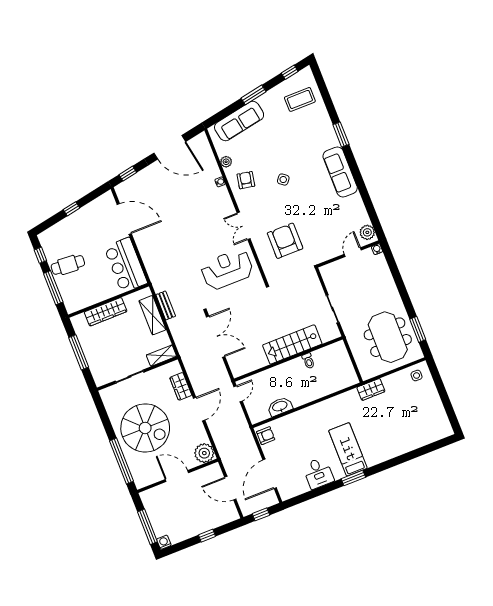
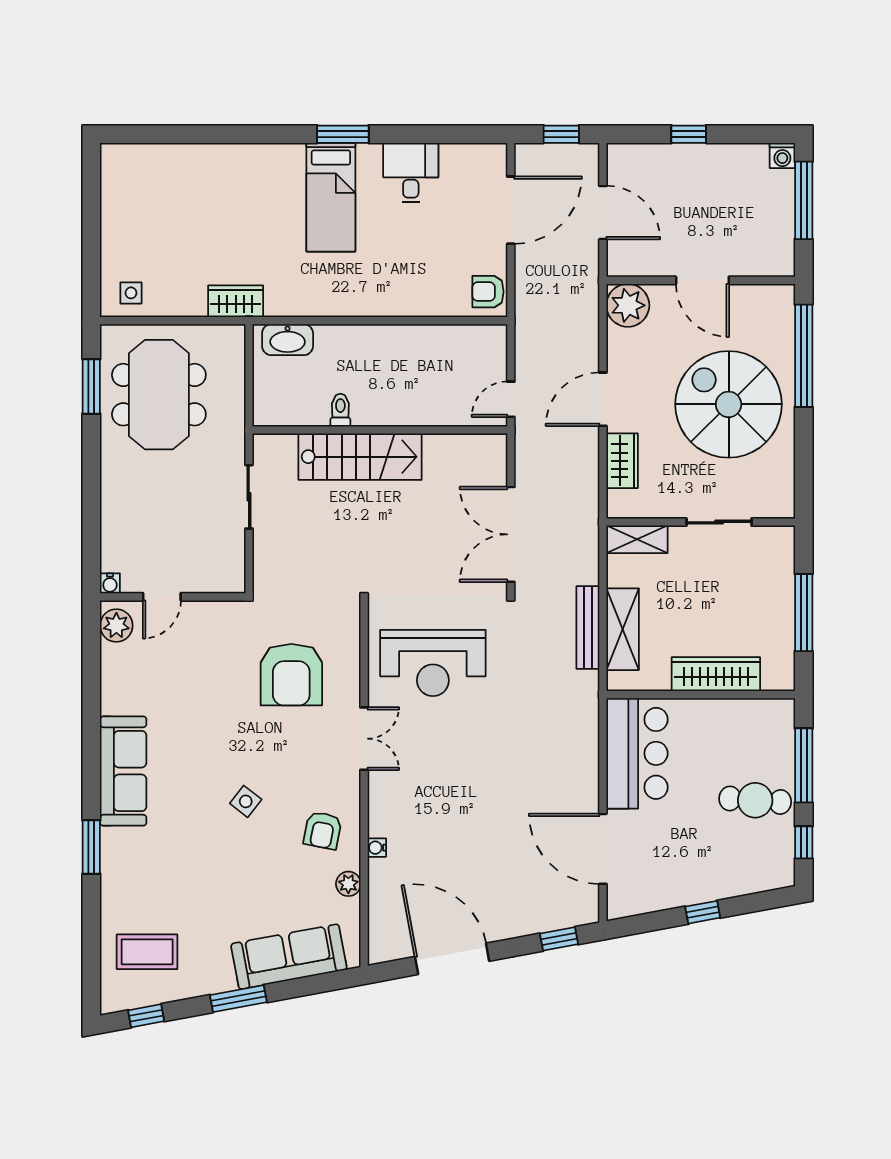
bench: (166, 305) -> (588, 628), width x1.36
washbasin: (280, 407) -> (288, 340), moved

